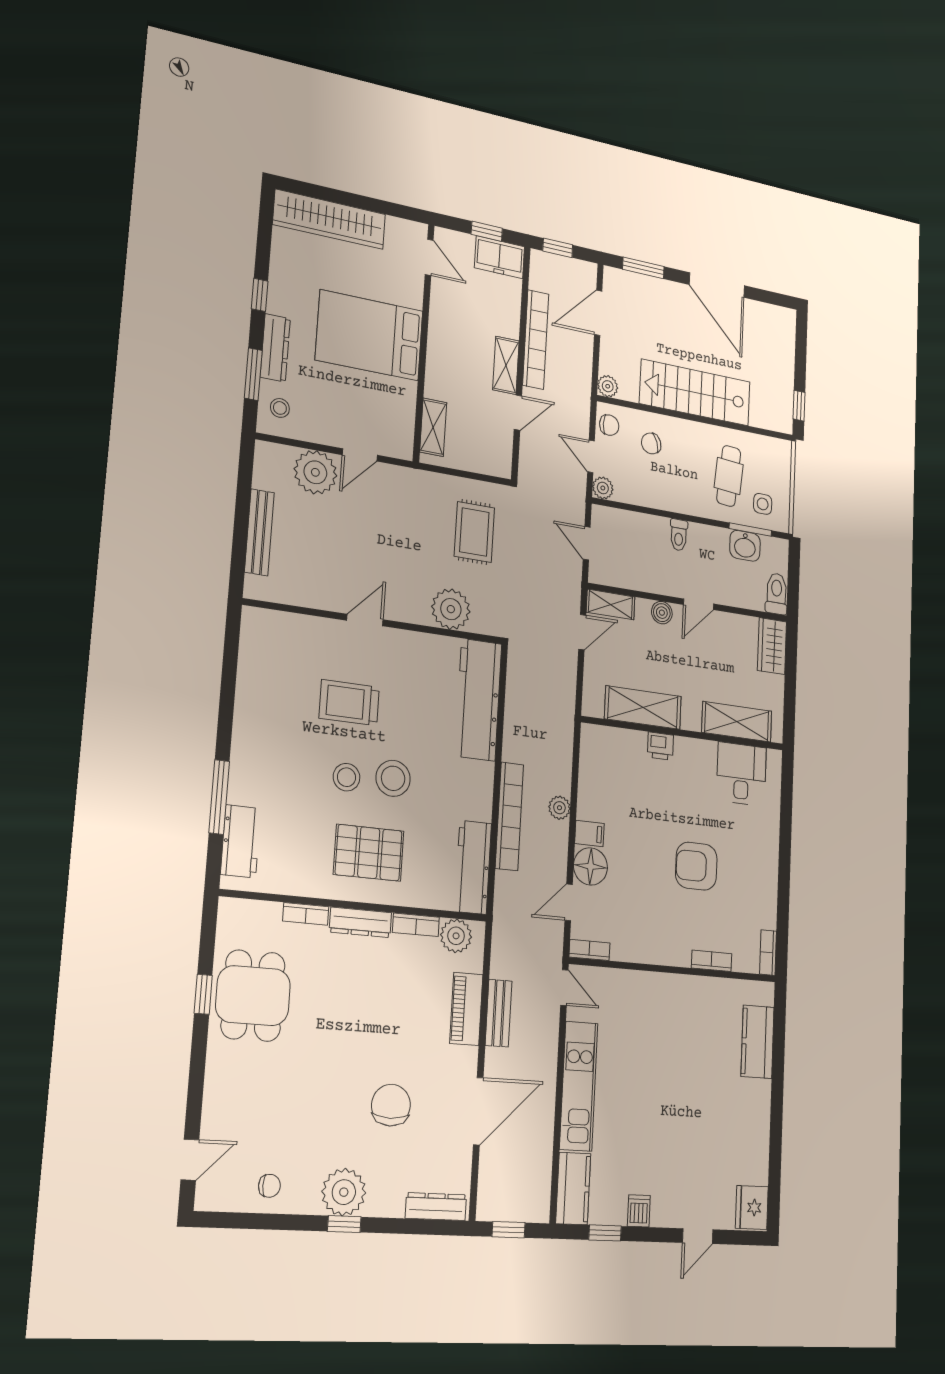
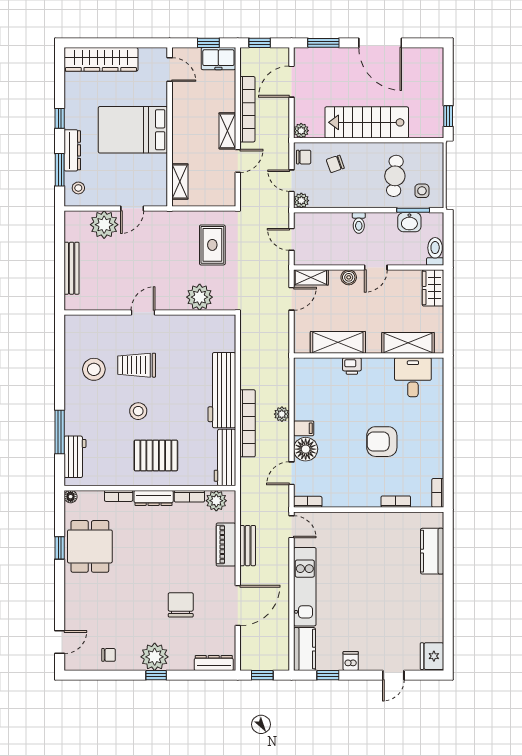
workbench: (478, 700) -> (222, 390), moved
stool: (393, 778) -> (94, 369), moved
floor lamp: (228, 908) -> (71, 497), added

